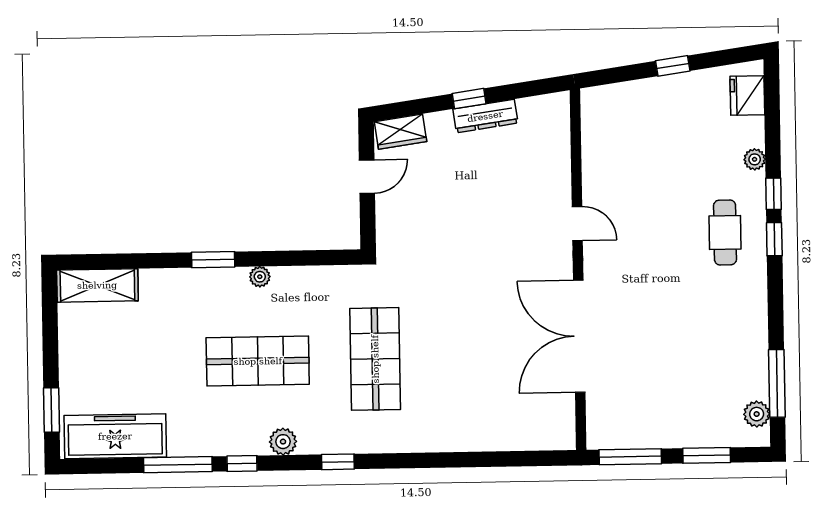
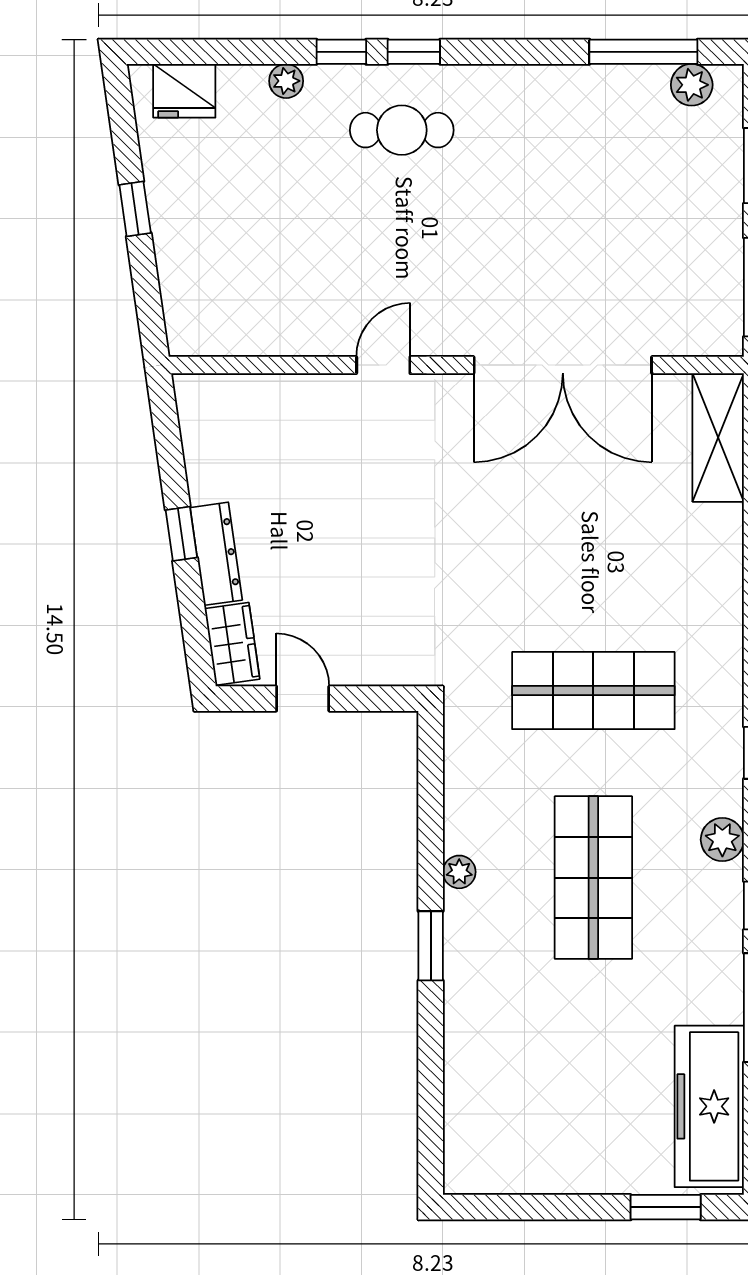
dresser: (485, 116) -> (216, 554), moved
shelving: (97, 285) -> (718, 437), moved

